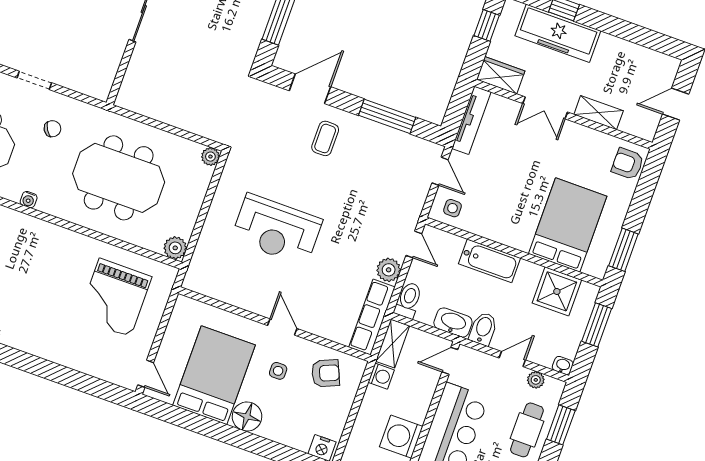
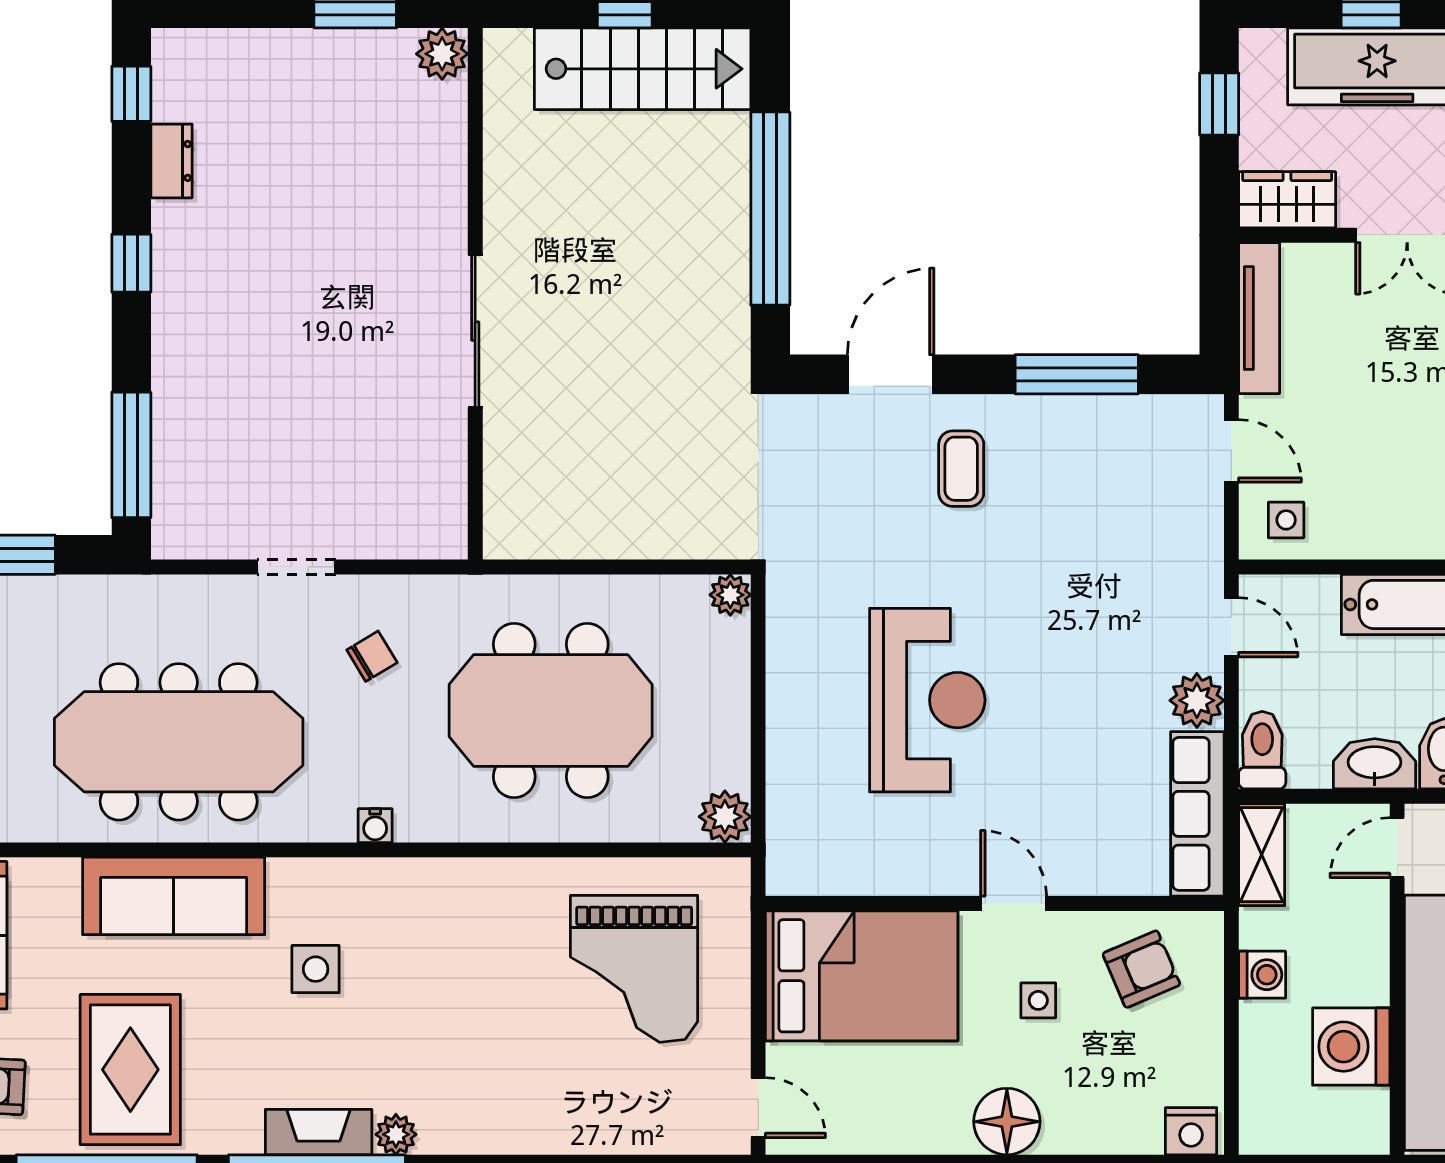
reception desk: (277, 230) -> (927, 700), turned -90
bed: (214, 375) -> (862, 976), moved, turned 90
washing machine: (381, 376) -> (1262, 975), moved

